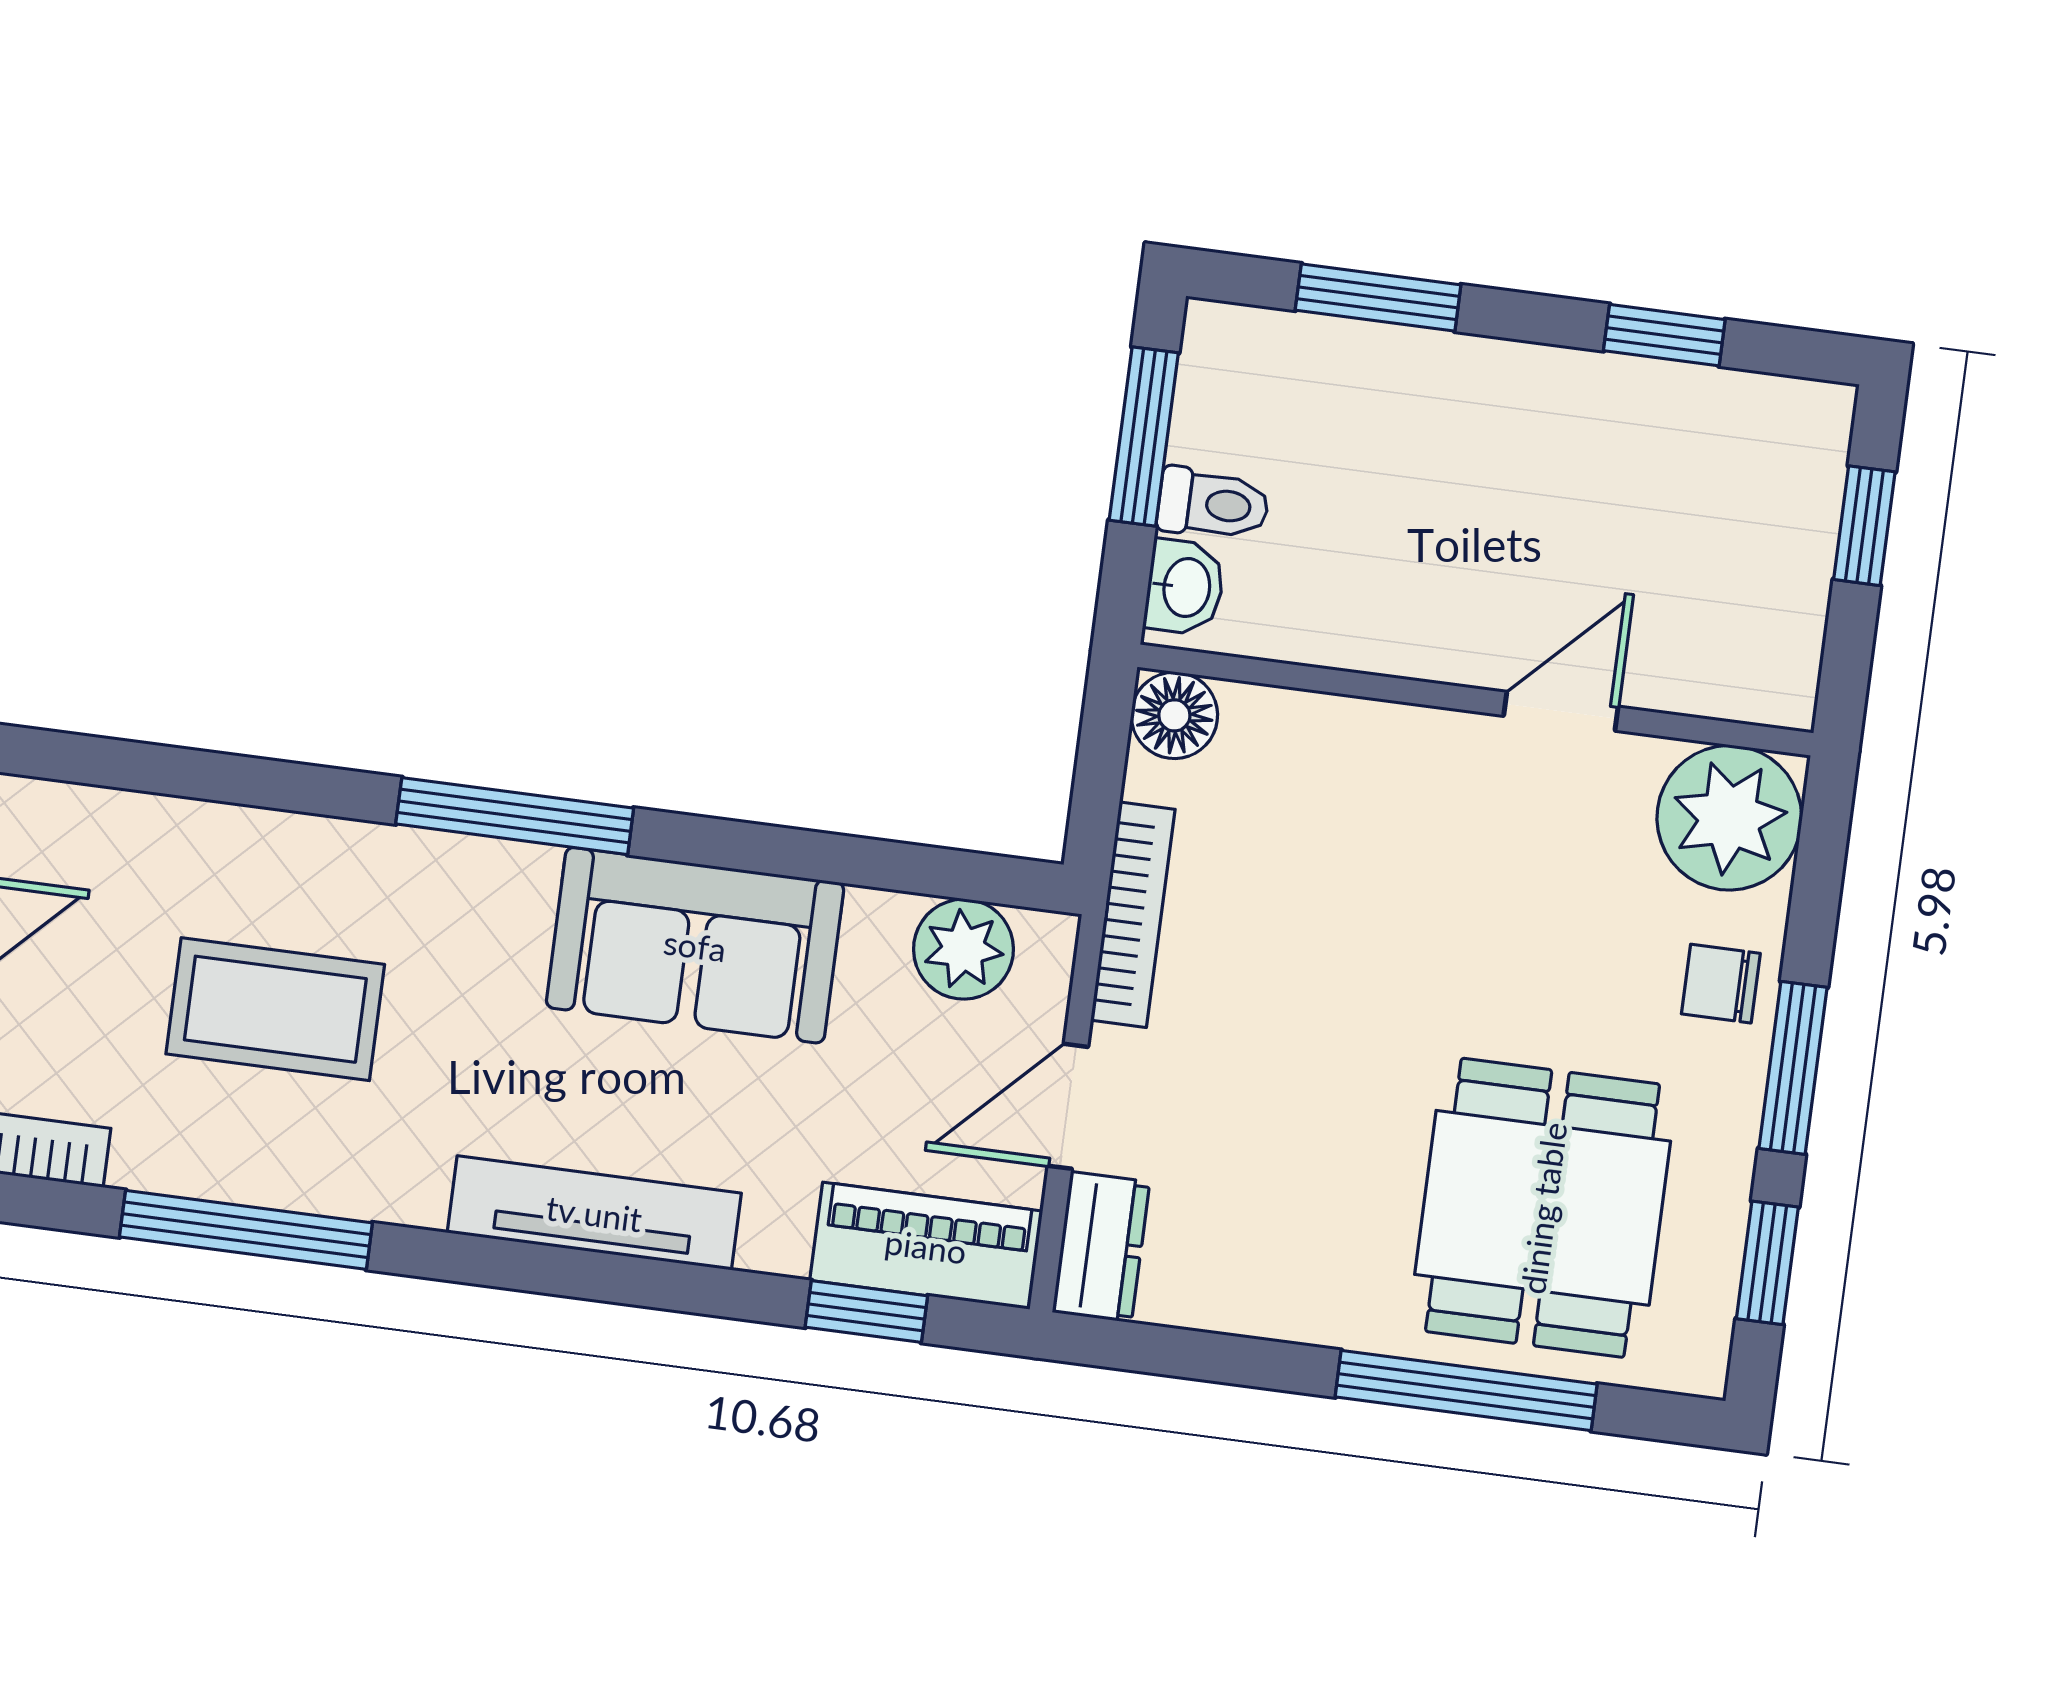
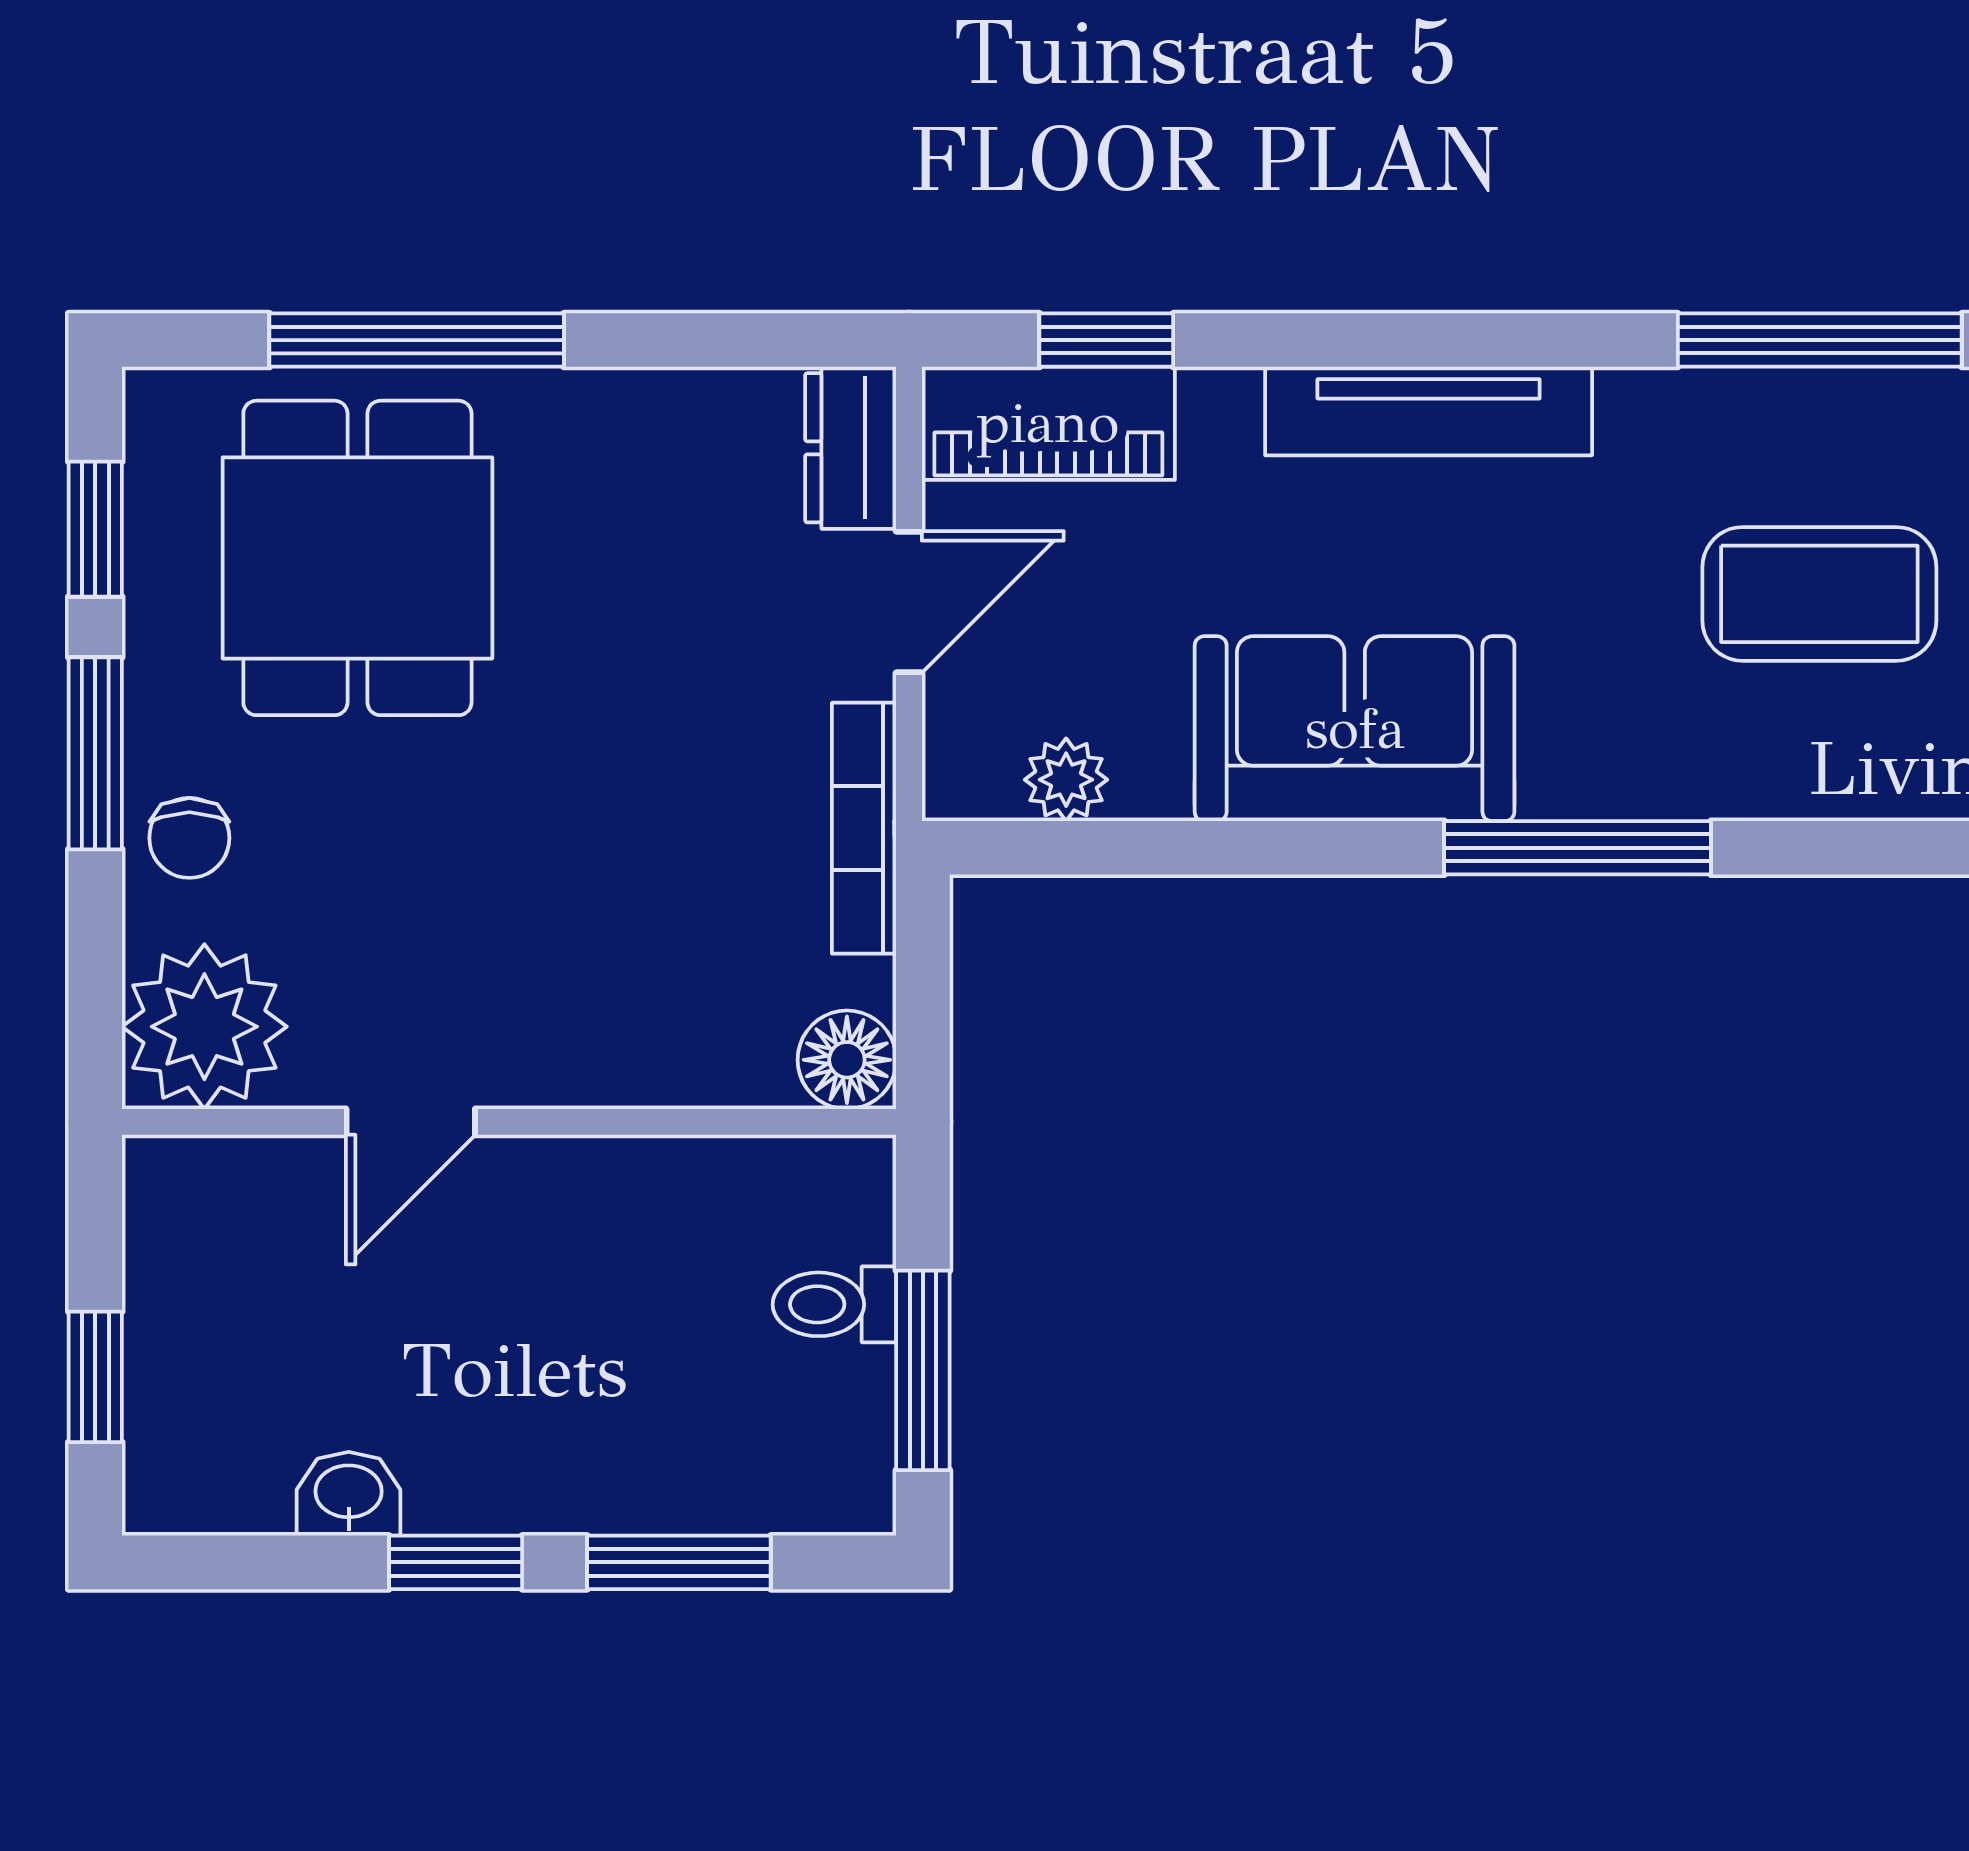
window: (1664, 335) -> (456, 1562), moved
washbasin: (1185, 587) -> (349, 1494), moved, turned 90
plant: (963, 949) -> (1066, 780), width x0.73, depth x0.73
chair: (1721, 984) -> (189, 838), turned 90

